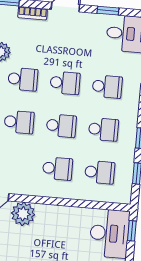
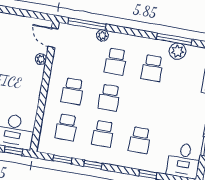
school desk: (65, 83) -> (146, 104), removed
plant: (23, 214) -> (41, 59), width x0.53, depth x0.53

